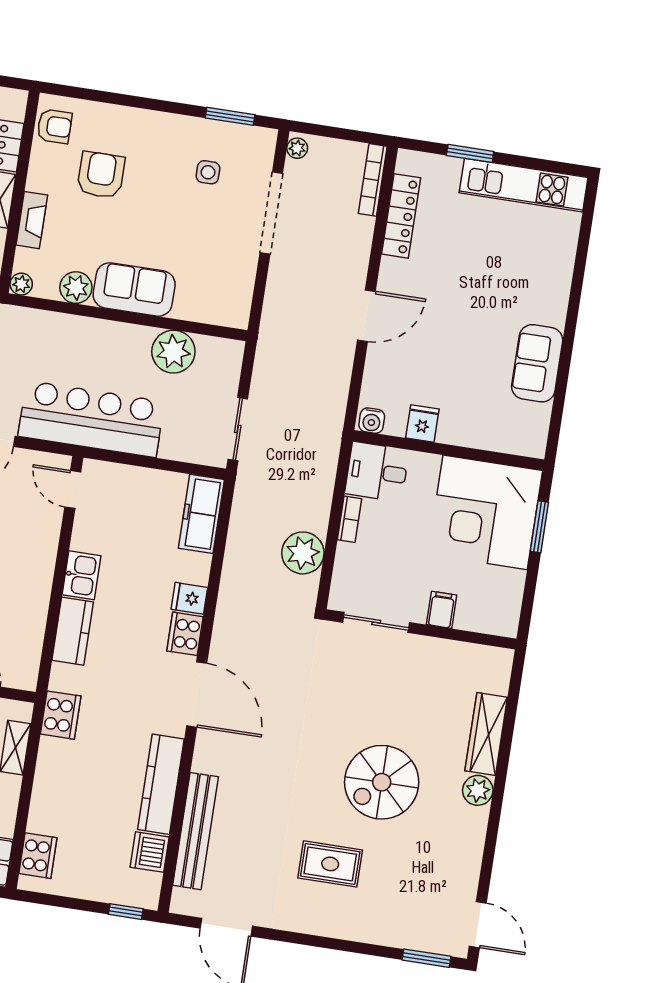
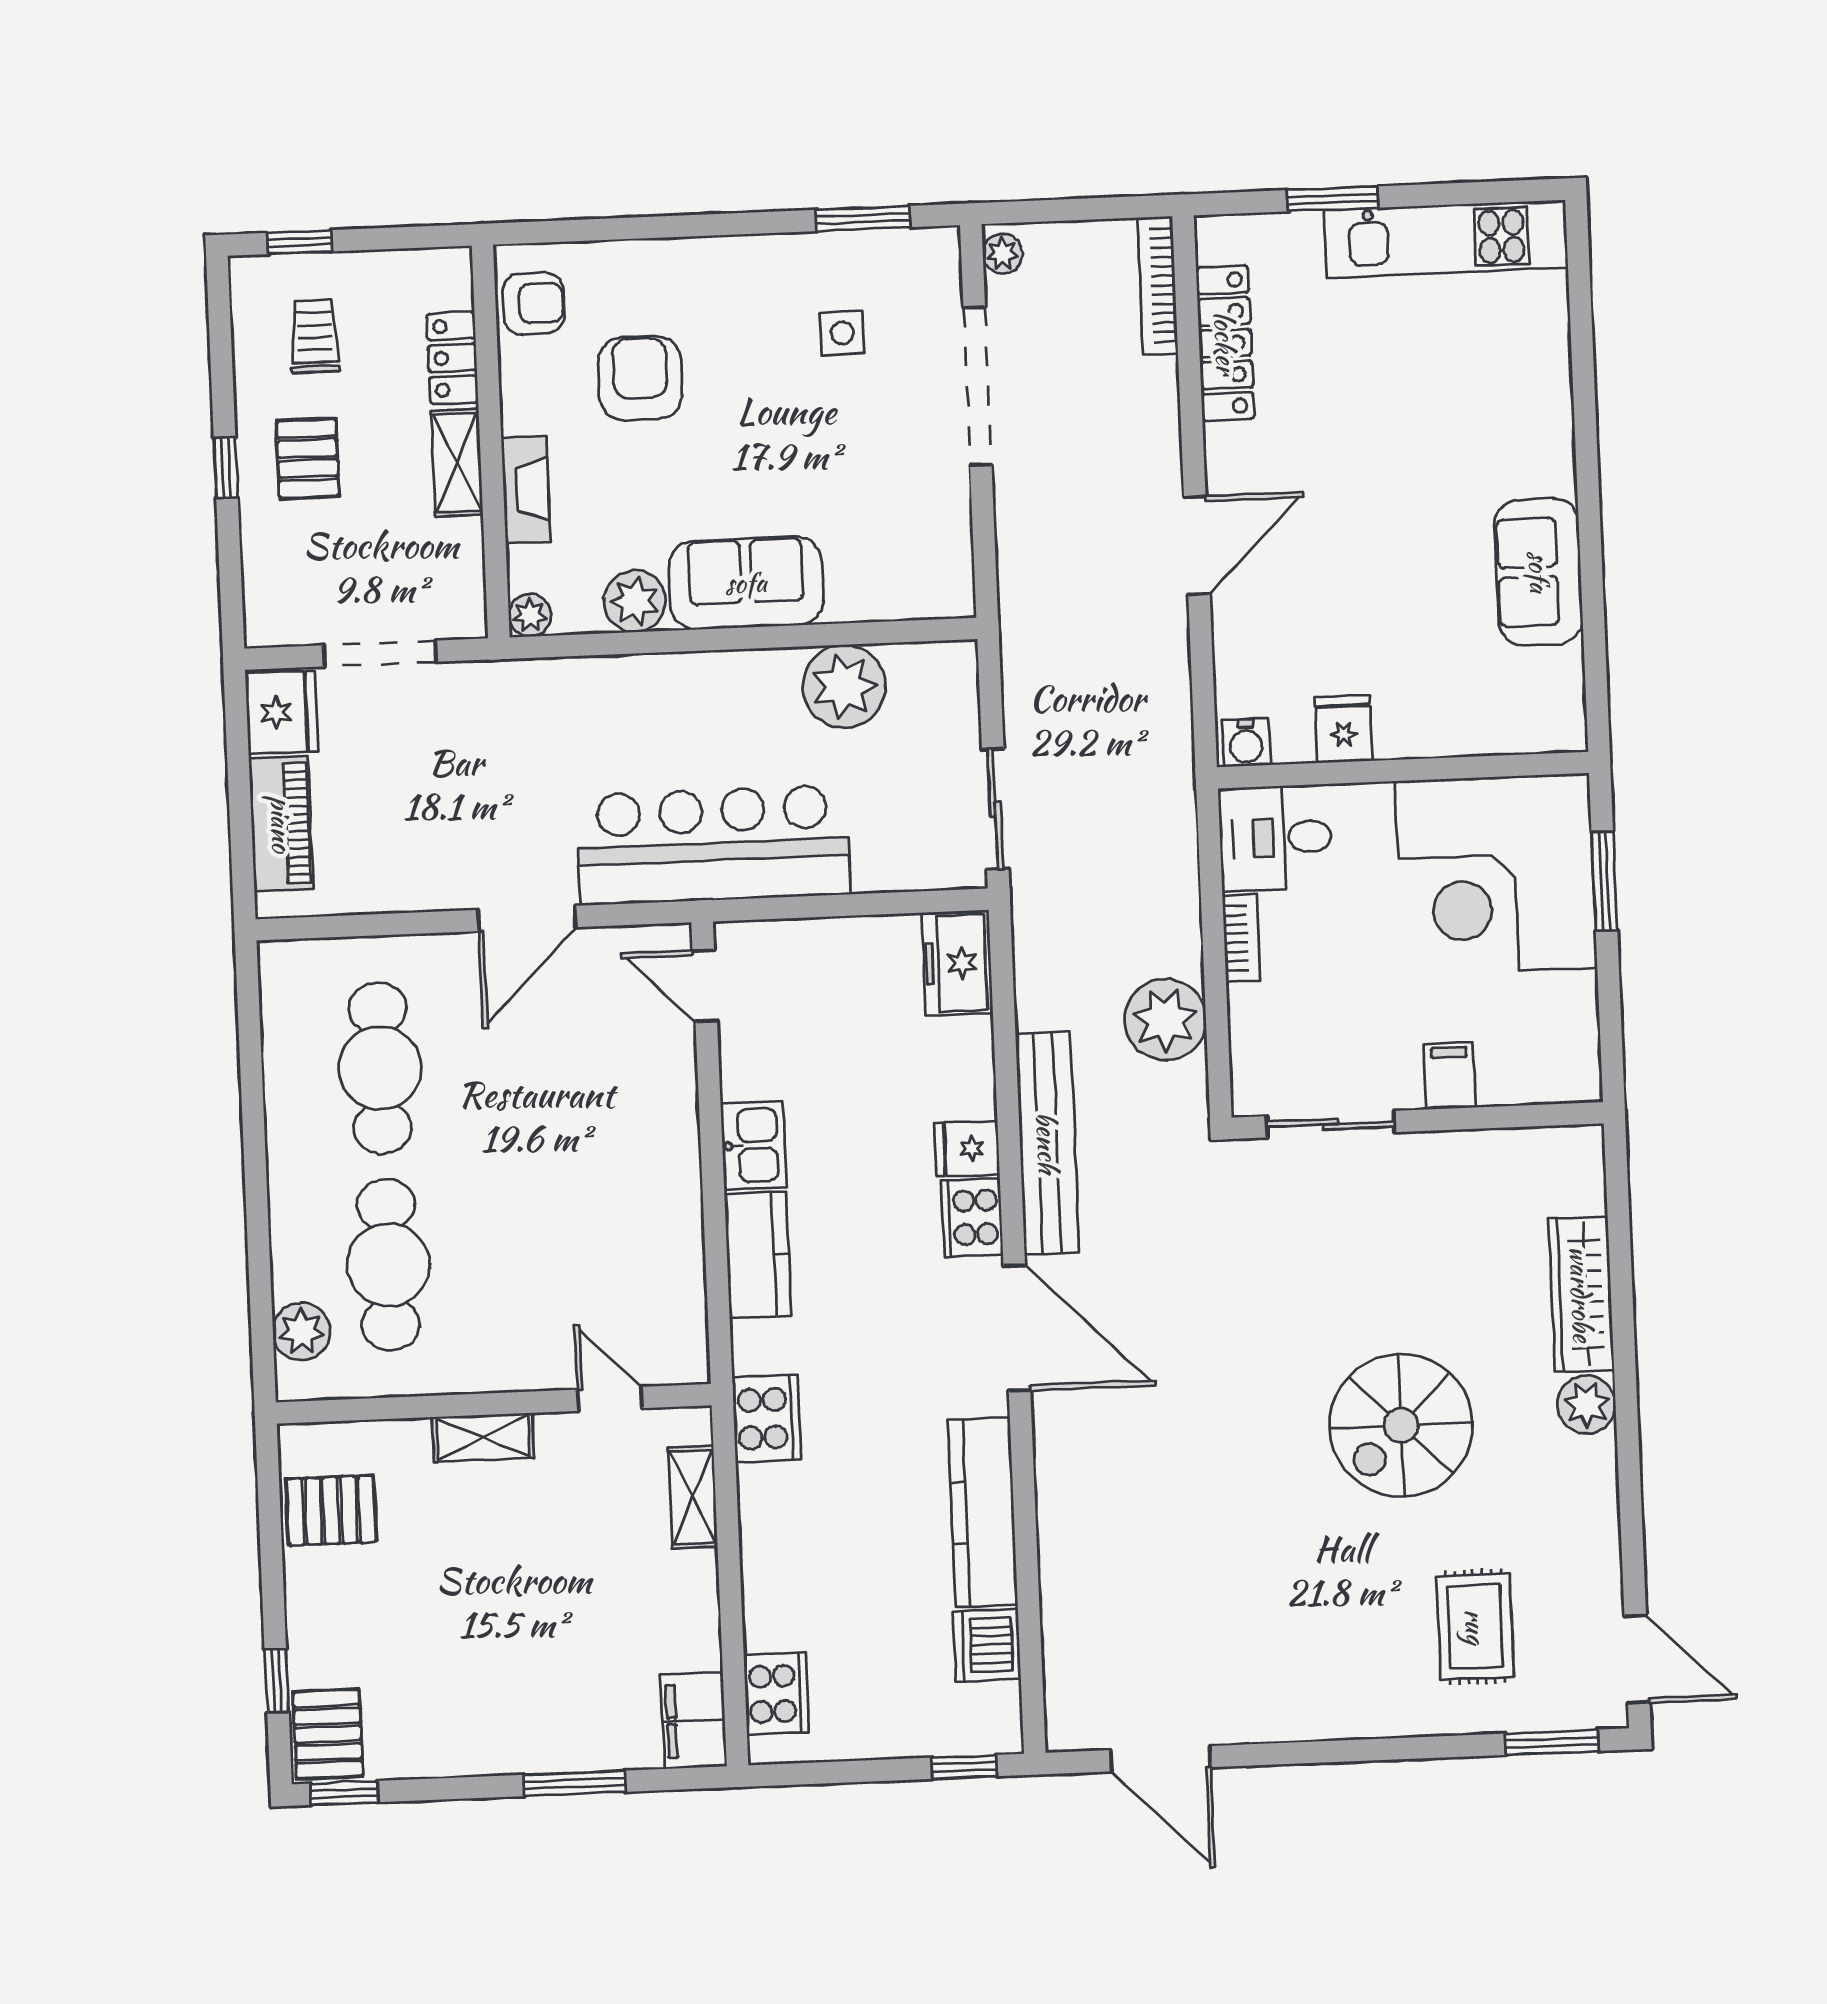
freezer: (201, 514) -> (957, 963), width x0.71
bench: (195, 831) -> (1047, 1143), moved
rug: (330, 864) -> (1475, 1627), moved, turned 90

